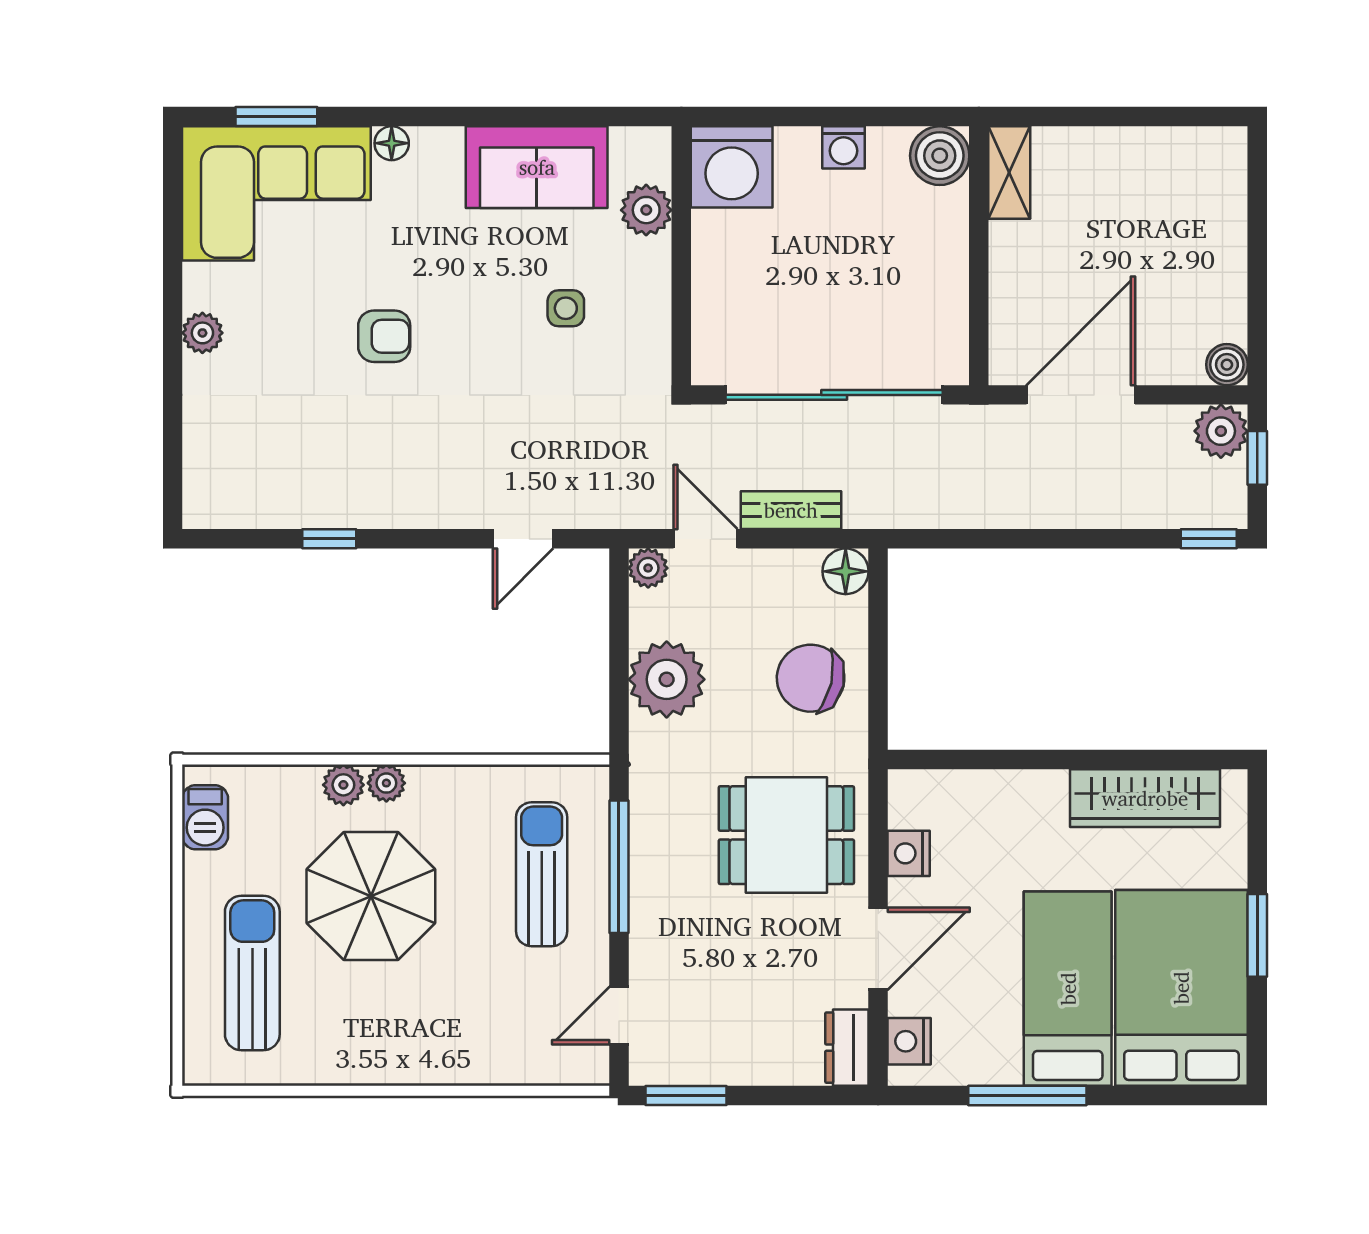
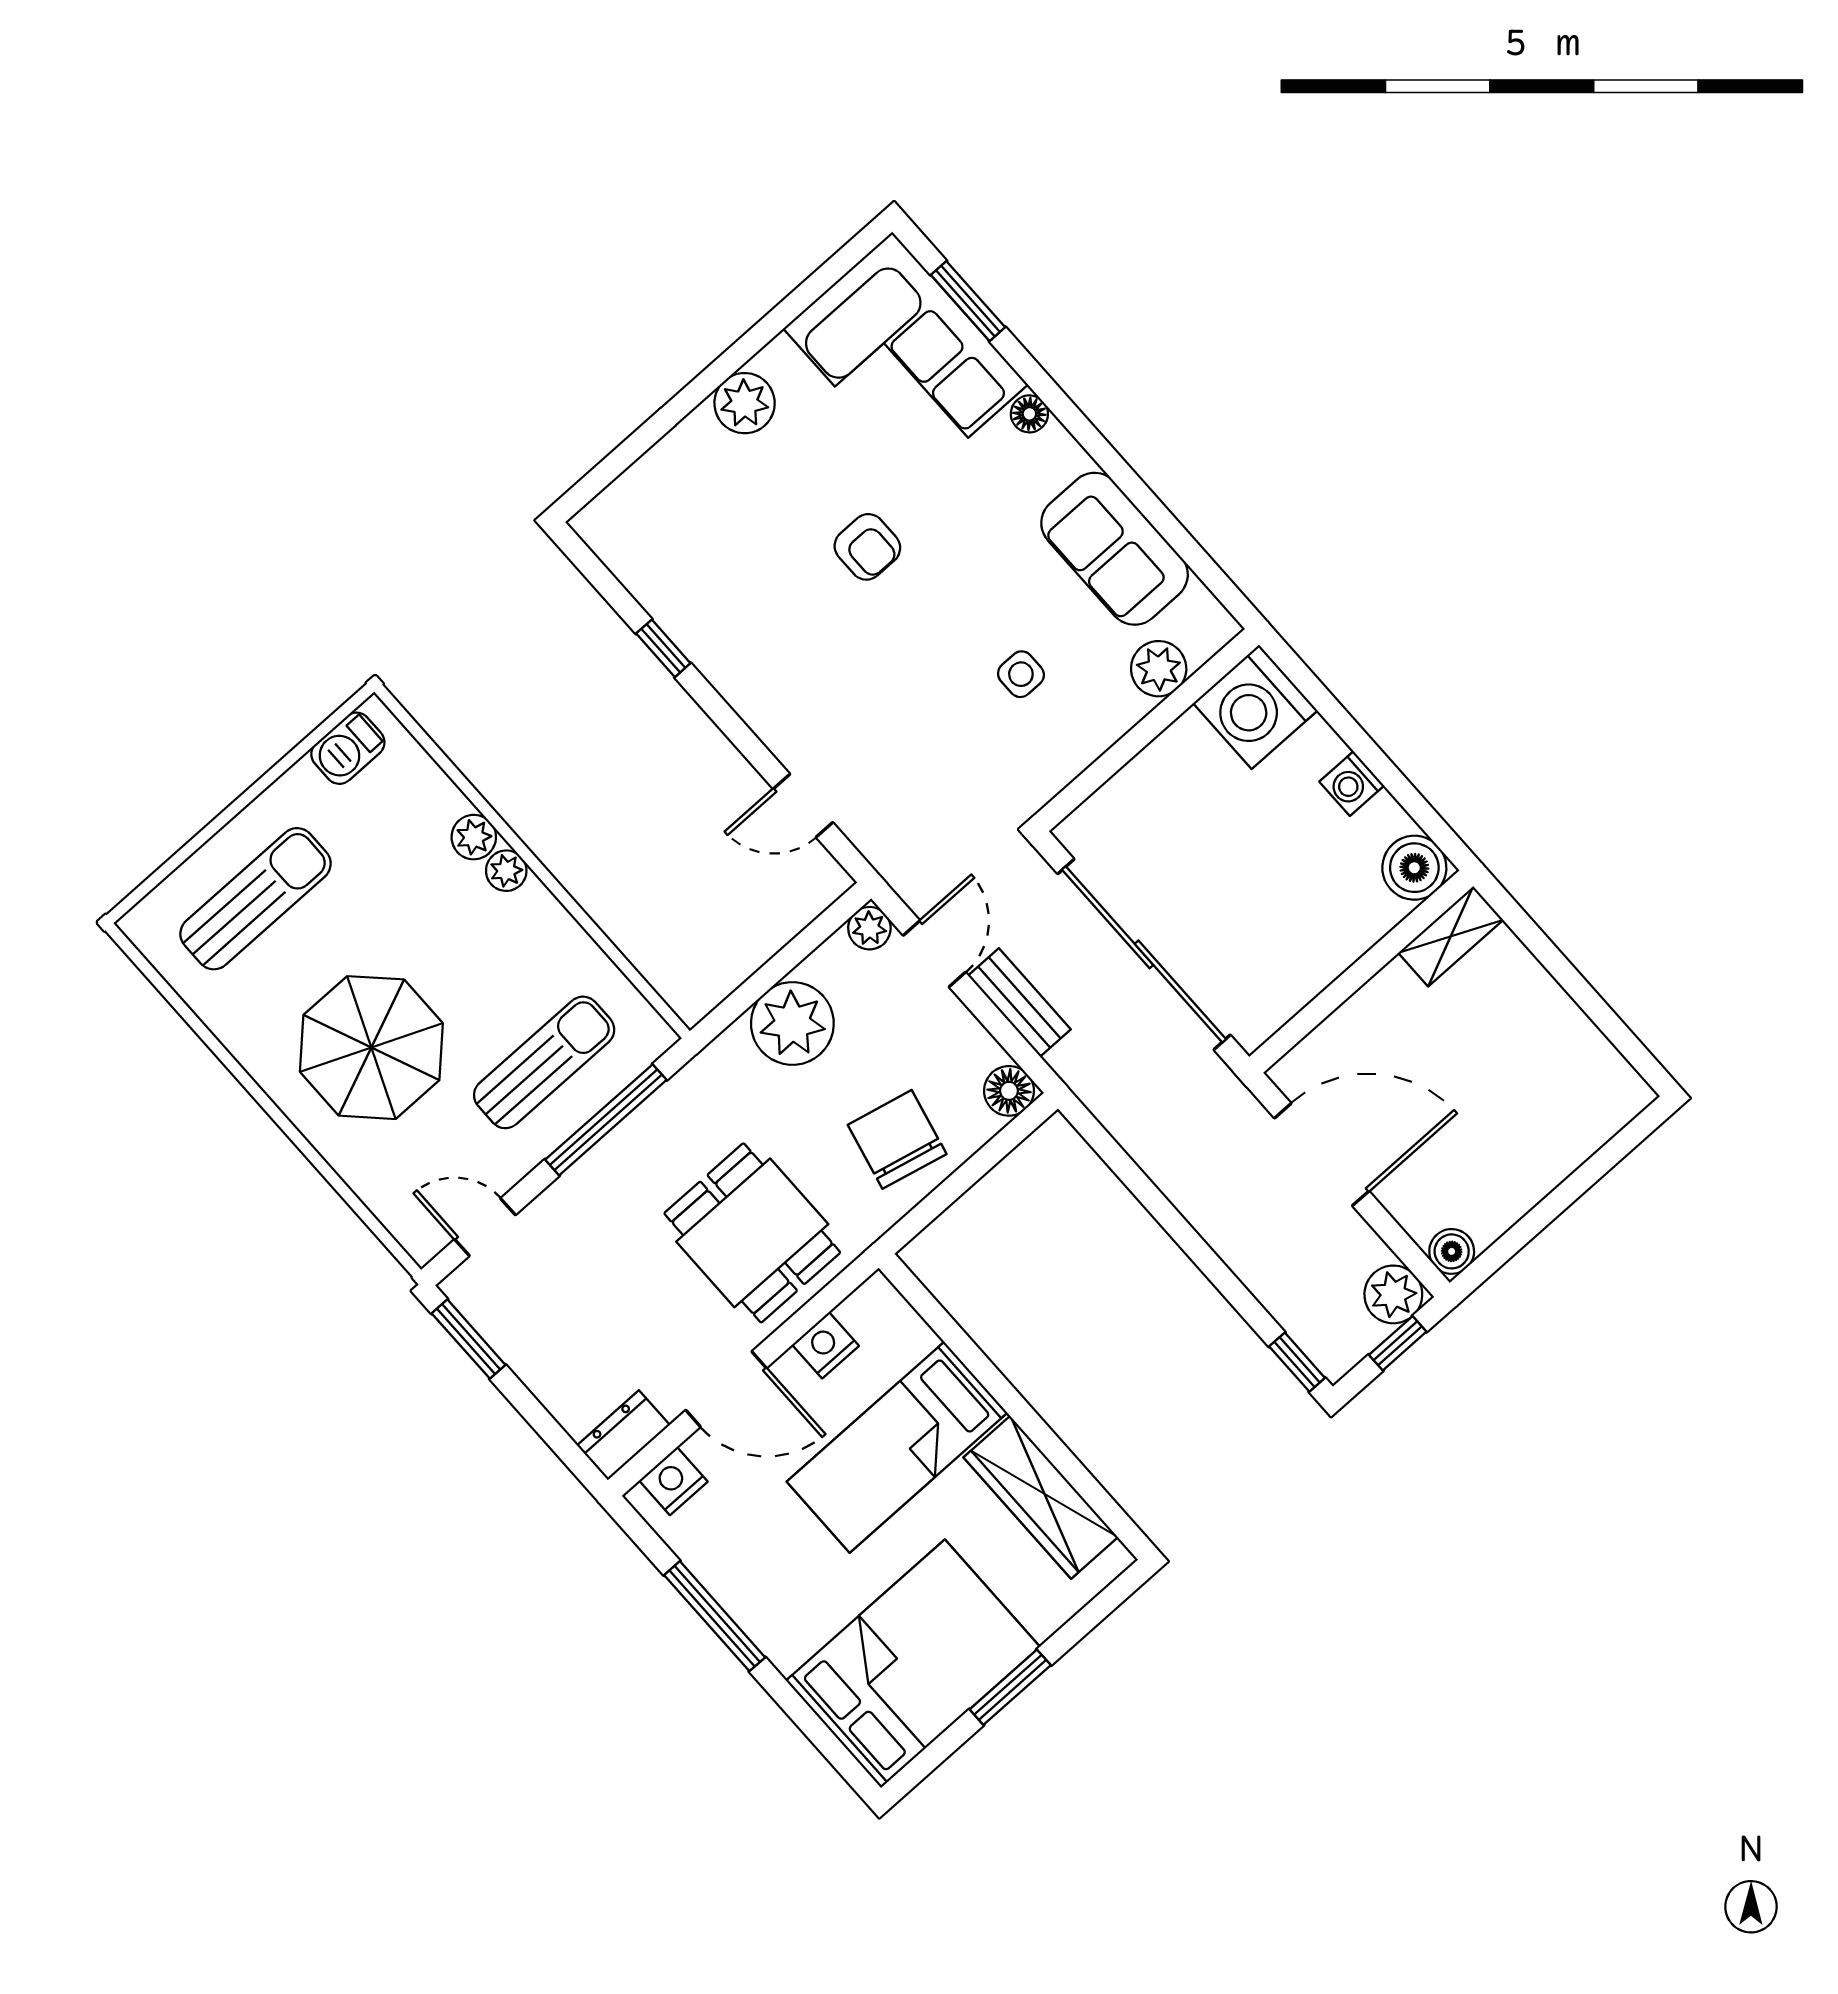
plant: (202, 333) -> (745, 403), width x1.38, depth x1.38
parasol: (371, 896) -> (371, 1048), moved
bed: (1068, 989) -> (897, 1447), moved, turned 180

